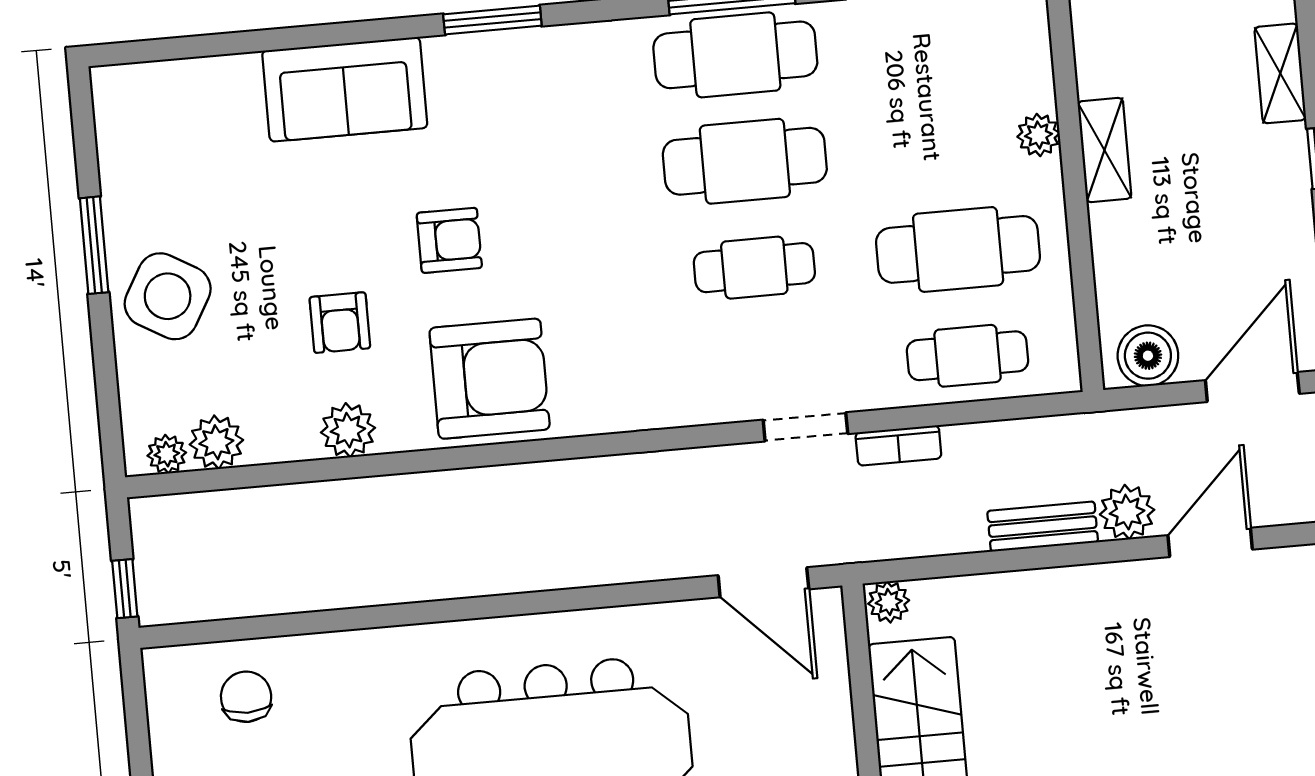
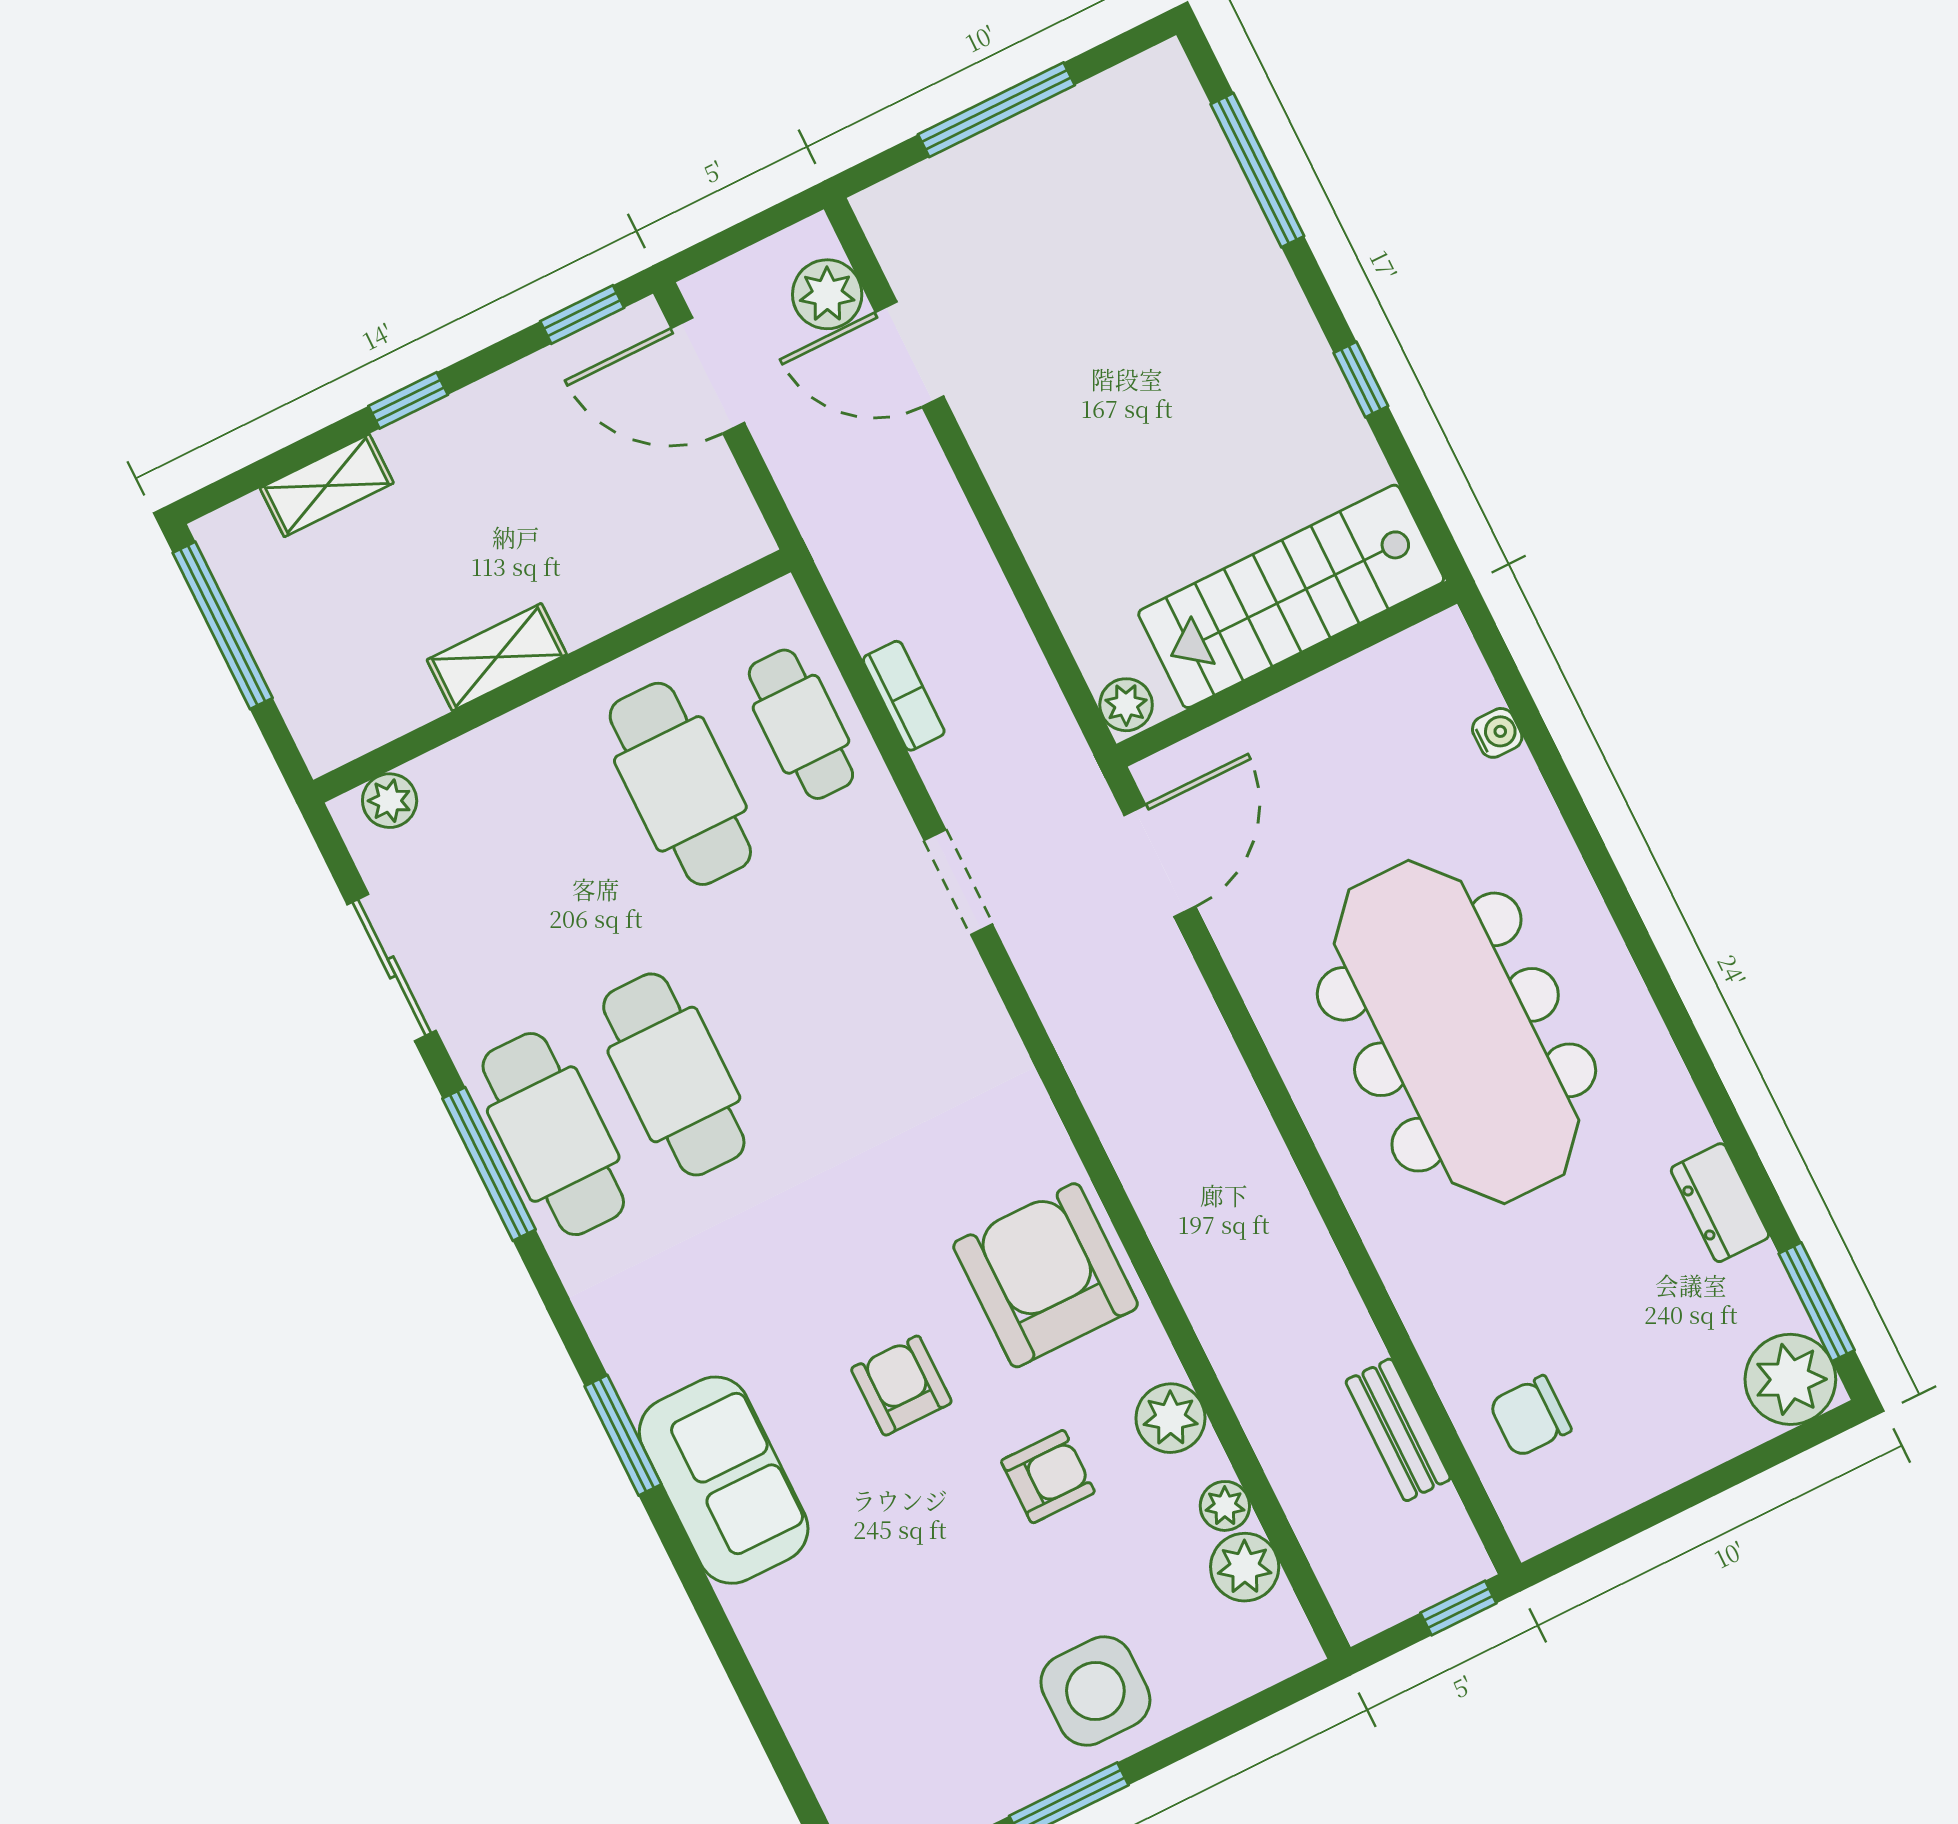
sofa: (345, 89) -> (724, 1480), moved
plant: (1038, 135) -> (390, 801), moved
cafe table: (754, 268) -> (794, 1015), removed
side table: (168, 296) -> (1095, 1691), turned -30
boiler: (1148, 356) -> (719, 512), removed
bookcase: (898, 445) -> (904, 696), moved
plant: (167, 454) -> (1225, 1506), moved
plant: (1127, 512) -> (827, 294), moved
bench: (1043, 527) -> (1398, 1430), moved

